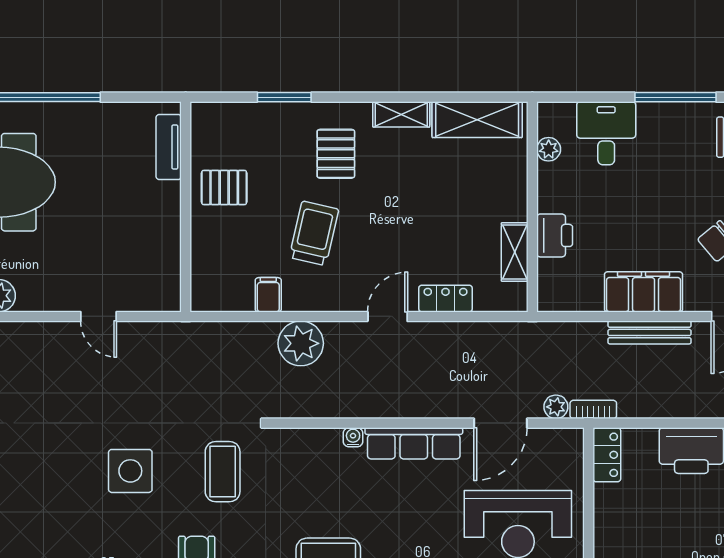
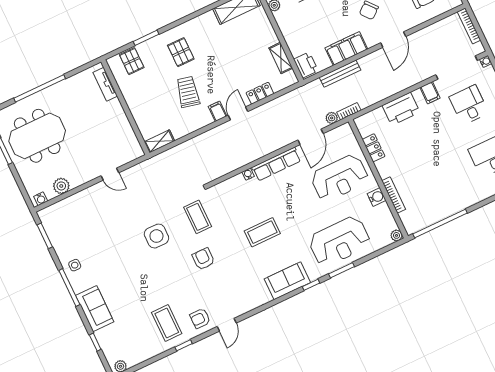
shelving: (401, 114) -> (159, 141), moved
pallet: (224, 188) -> (132, 61), moved, turned 90
printer: (555, 235) -> (306, 65), moved
filing cabinet: (268, 295) -> (218, 111), moved
bench: (649, 332) -> (340, 74), moved
plant: (301, 343) -> (205, 144), removed
locker: (607, 455) -> (374, 148), moved

